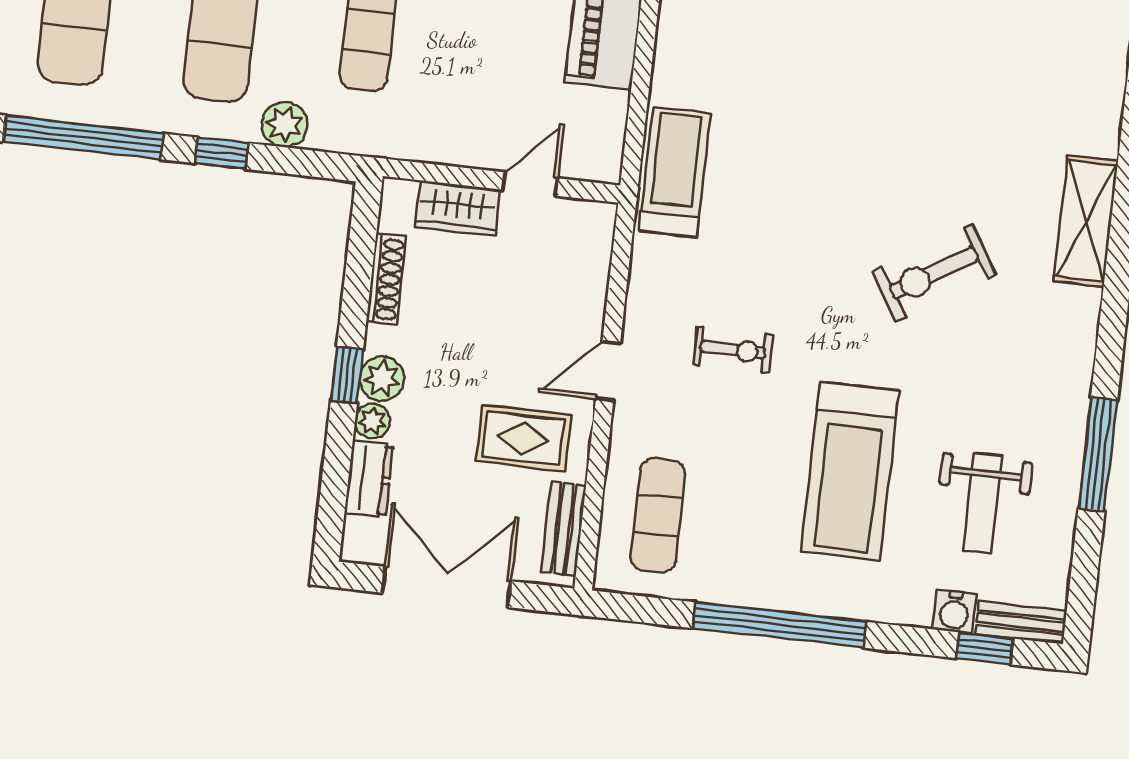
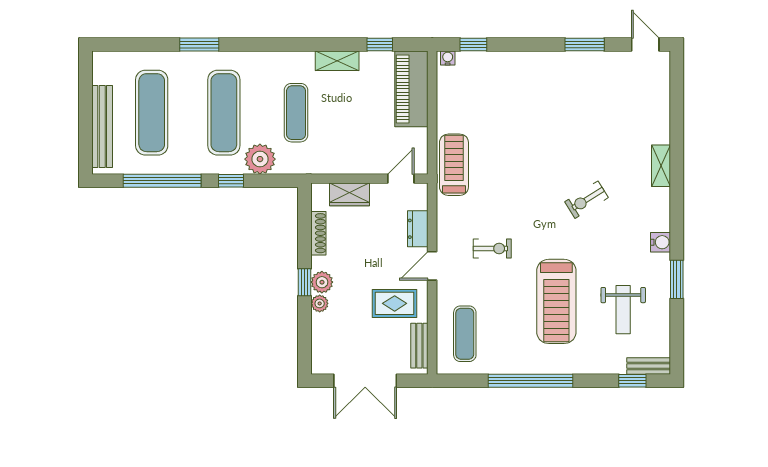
plant: (284, 124) -> (260, 159), width x1.36, depth x1.36
door: (530, 184) -> (401, 179), moved
shelving: (1086, 221) -> (661, 166), width x0.67, depth x0.75
exercise bike: (934, 273) -> (586, 200), width x0.73, depth x0.72
window: (1098, 454) -> (677, 279), width x0.69
dresser: (369, 479) -> (418, 229), moved, turned 180
double door: (446, 587) -> (365, 381), swing flipped
water cooler: (954, 612) -> (661, 242), moved, turned -90

